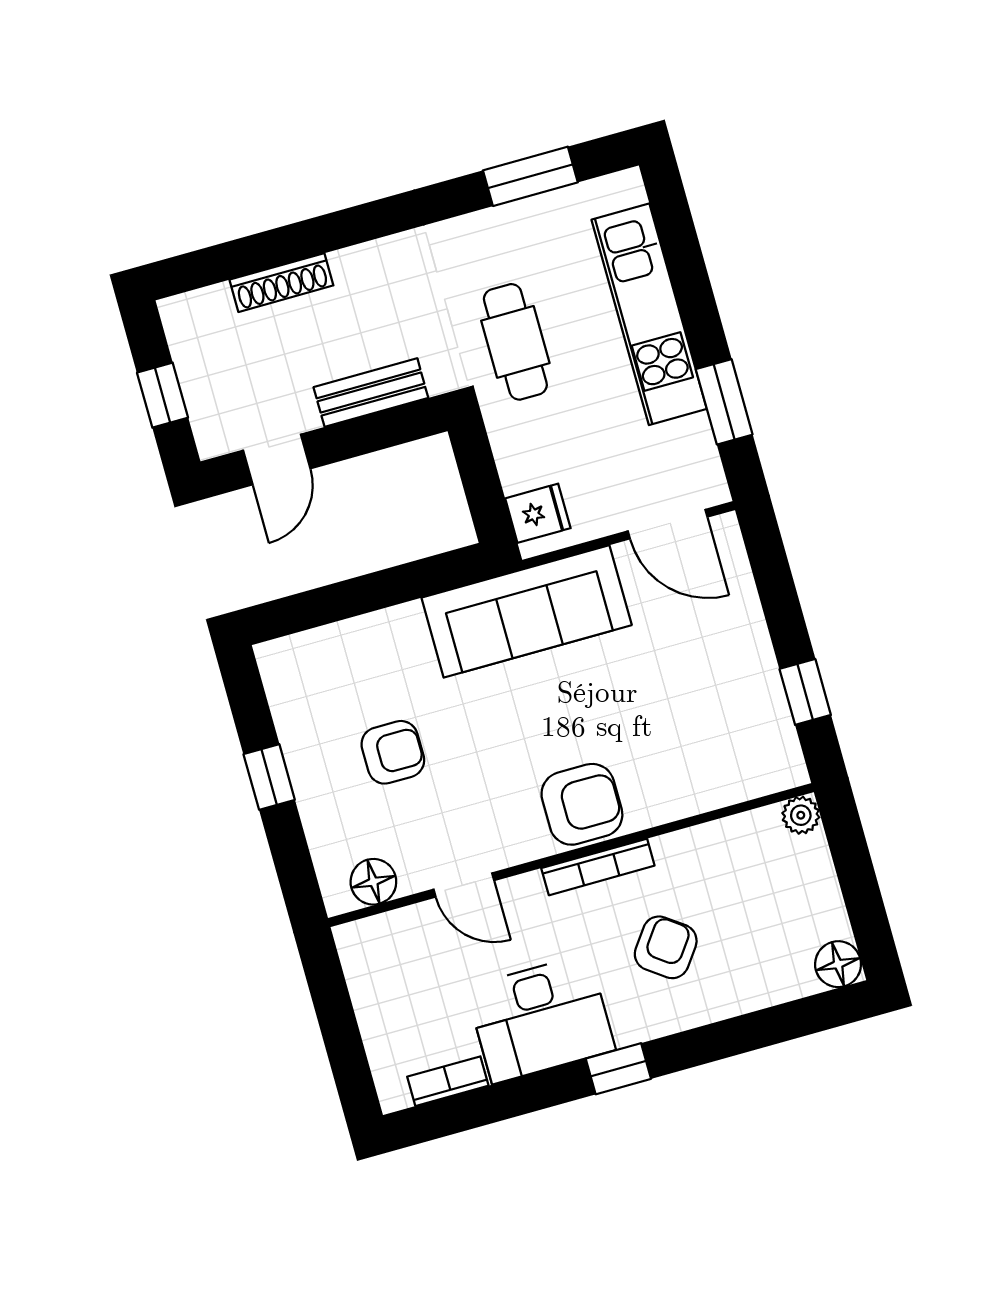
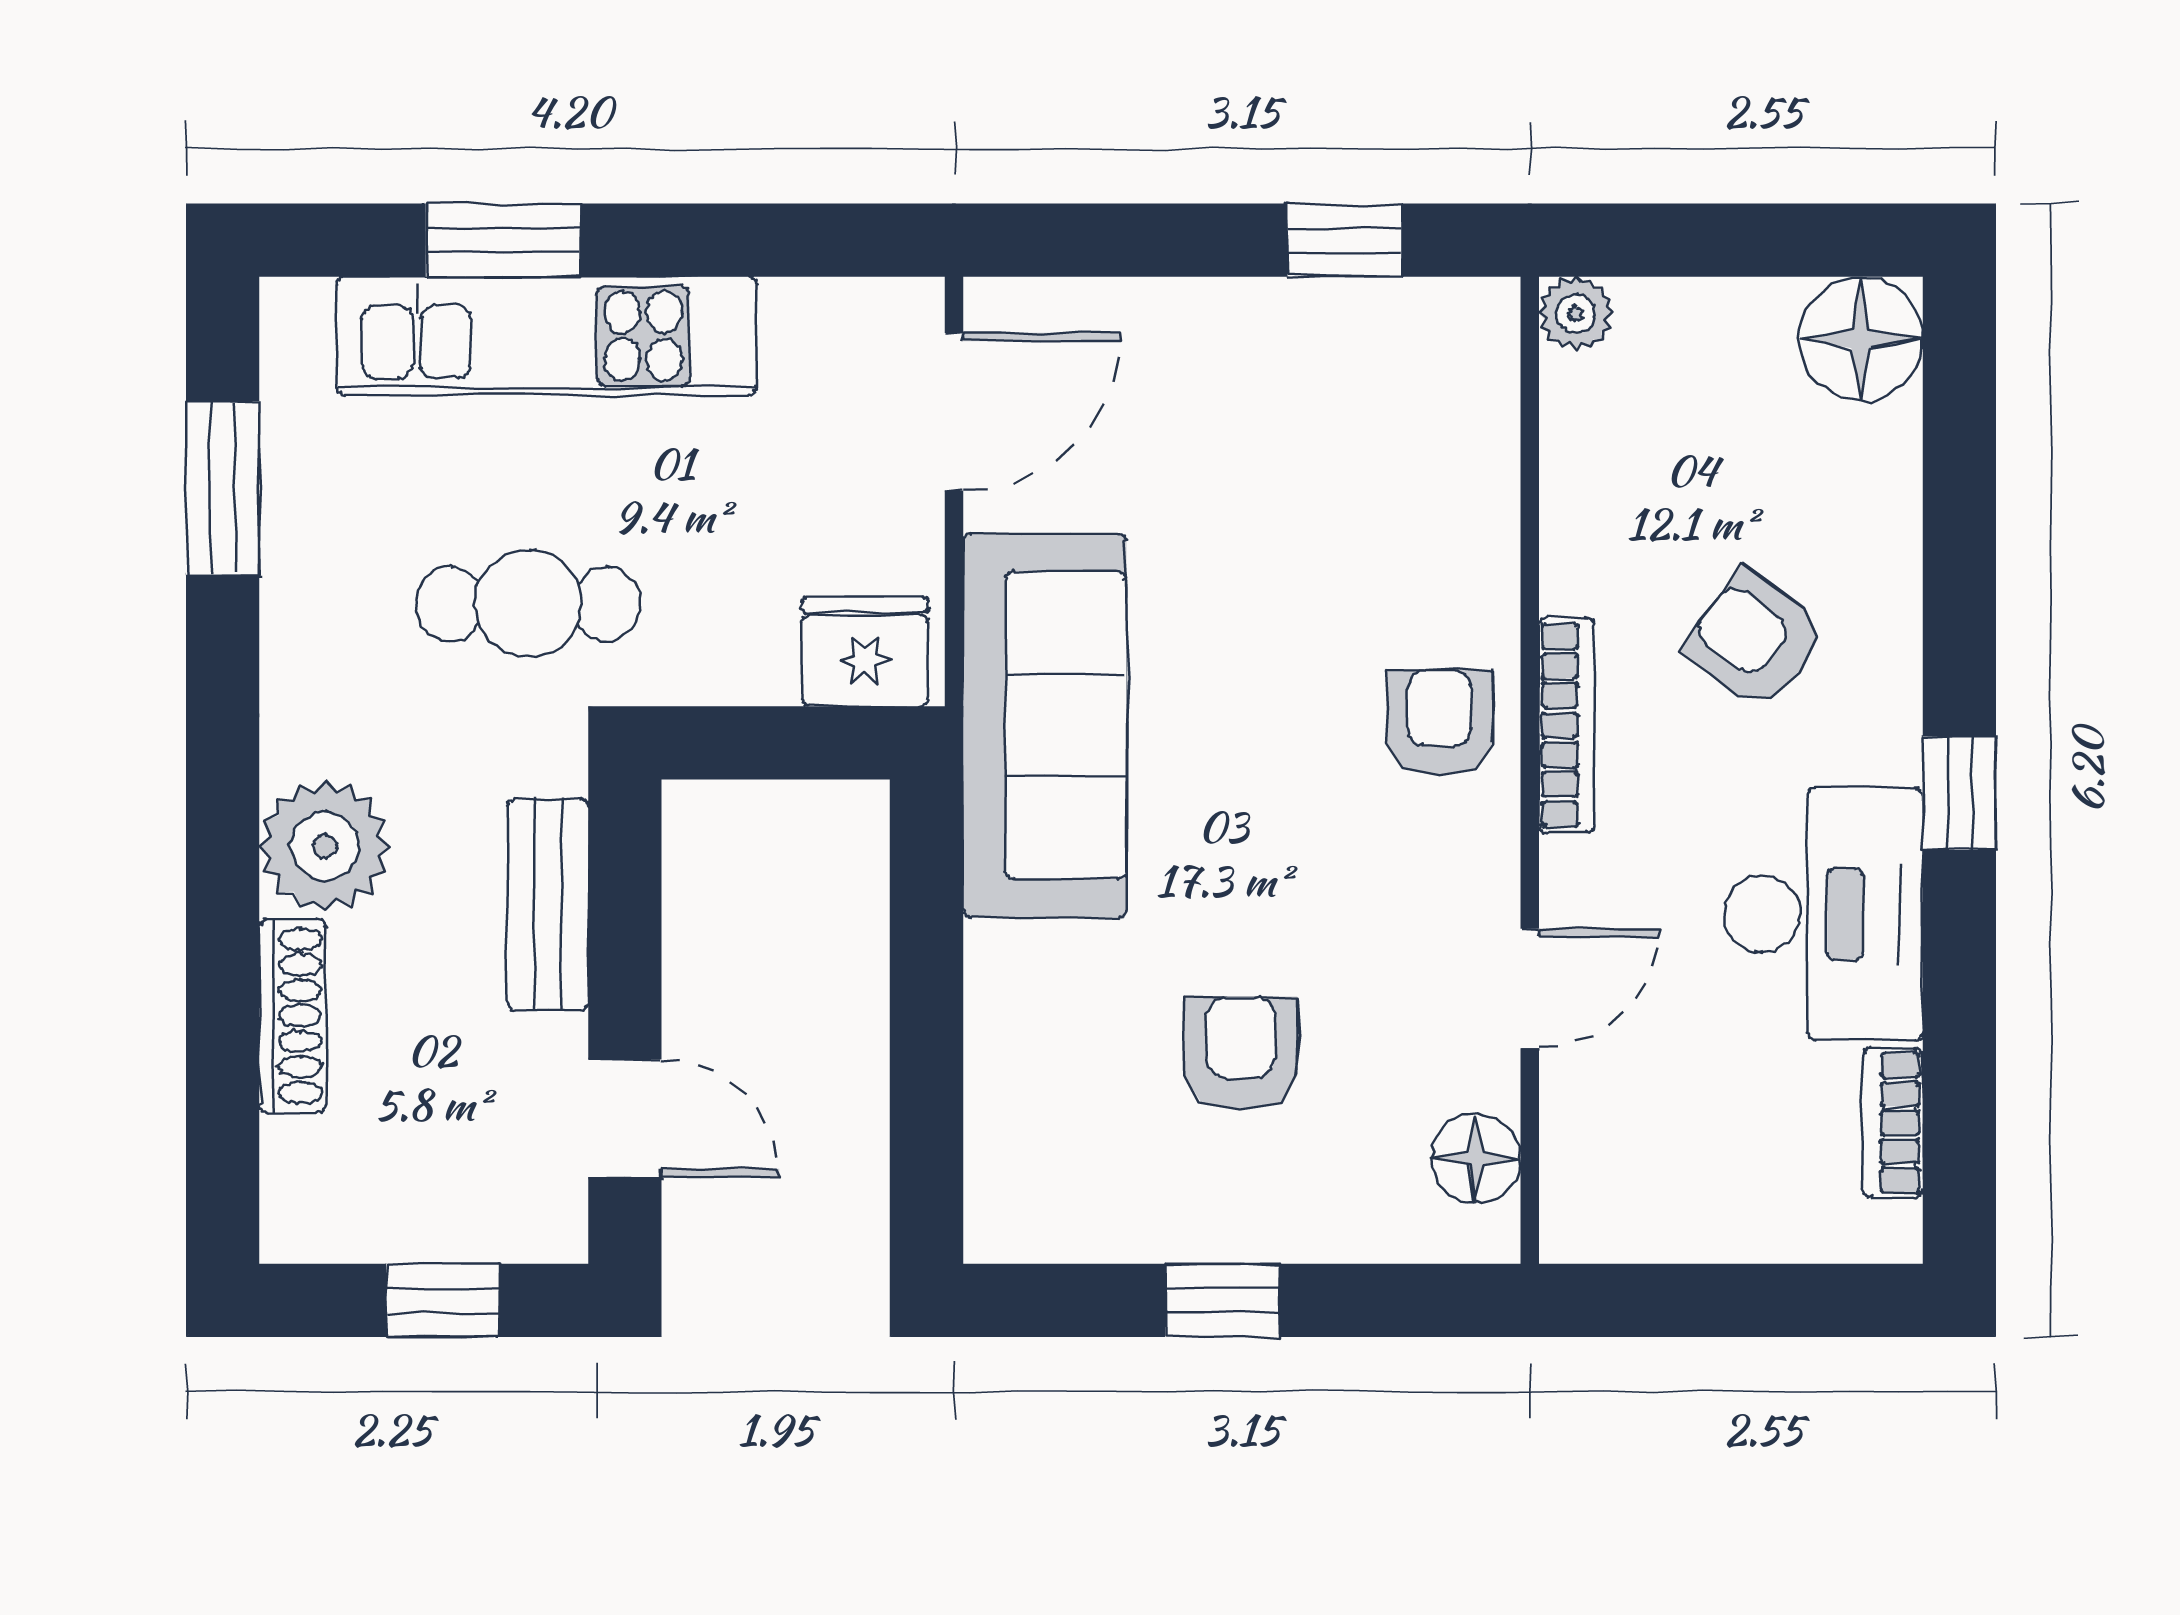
plant: (369, 275) -> (325, 846), added
window: (724, 402) -> (503, 240), moved
fridge: (538, 513) -> (865, 652), width x1.38
armchair: (582, 804) -> (1439, 722), width x0.72, depth x0.72
floor lamp: (838, 964) -> (1861, 339), width x1.38, depth x1.38

